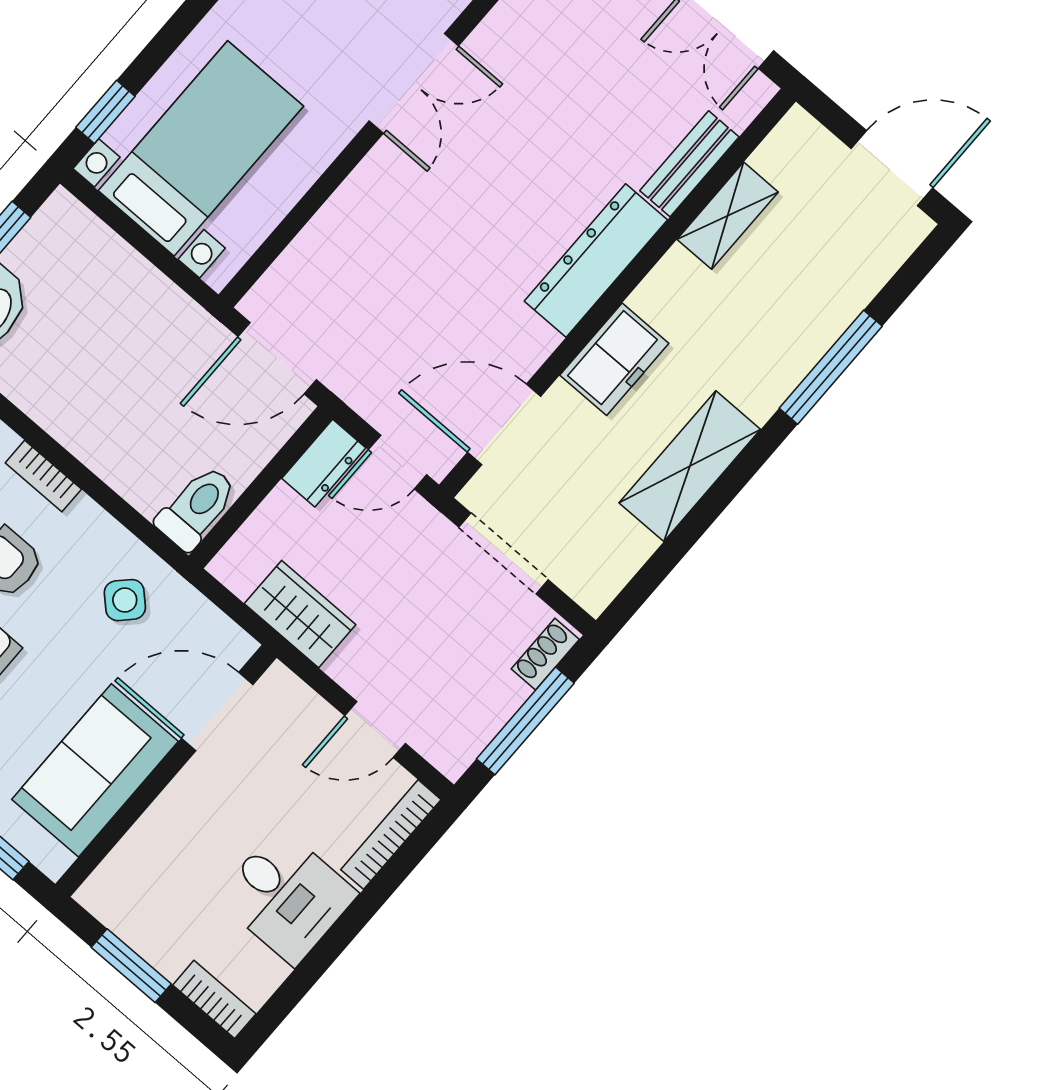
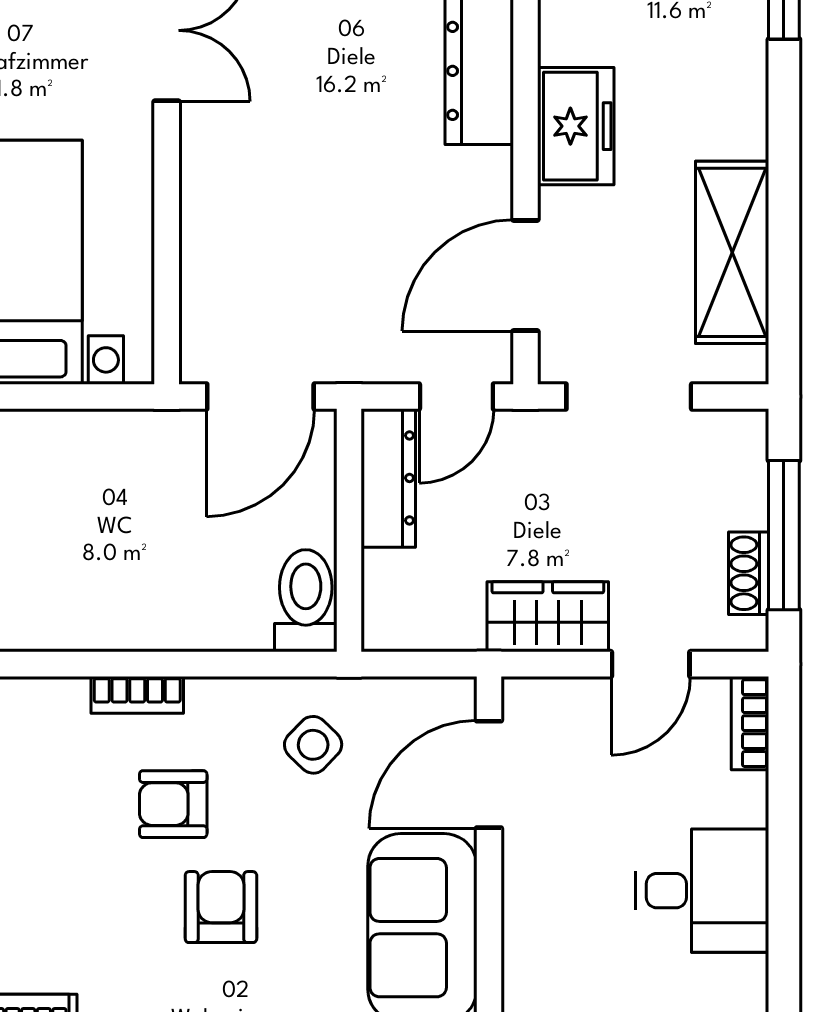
dresser: (324, 463) -> (388, 478), width x1.44
shelving: (690, 466) -> (732, 252), moved
wardrobe: (300, 614) -> (548, 617), moved
shoe rack: (545, 654) -> (749, 573), moved
bookcase: (391, 835) -> (750, 723), width x0.64

